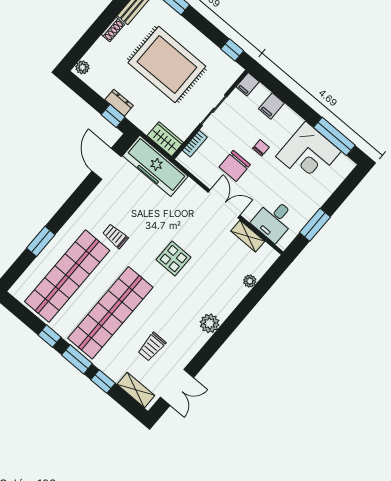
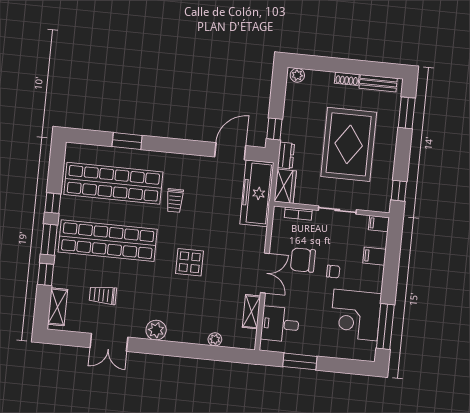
dresser: (119, 103) -> (286, 155), moved
trolley: (115, 236) -> (175, 200), turned 180
double door: (177, 387) -> (109, 342), moved

